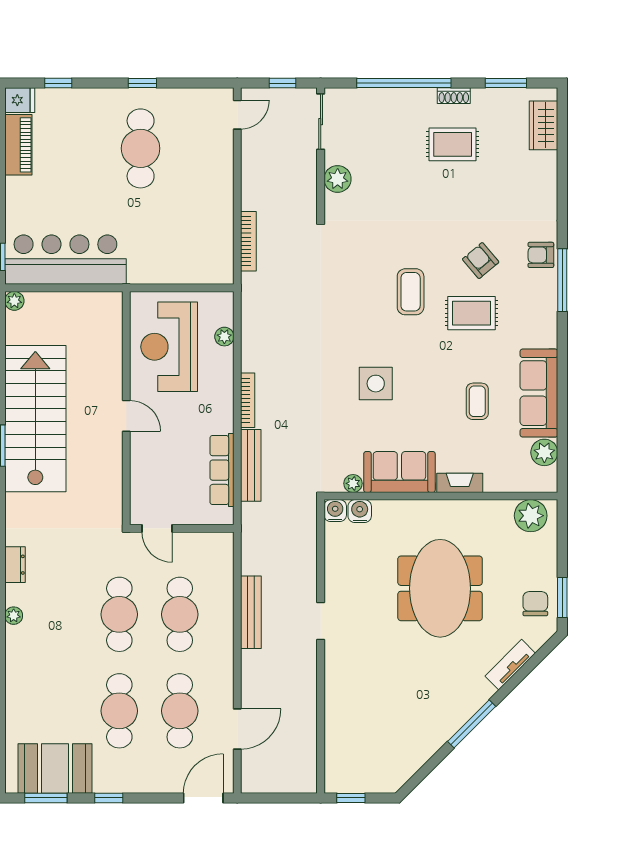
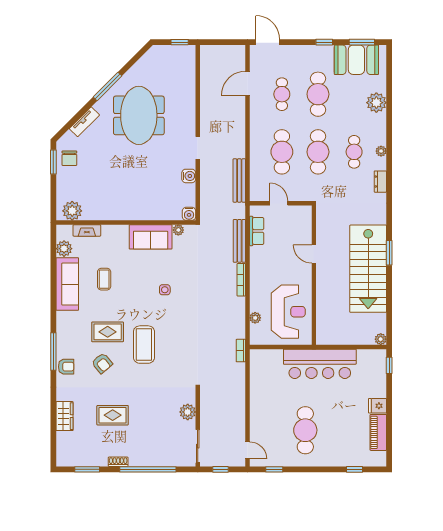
window: (142, 83) -> (274, 469), moved
fridge: (20, 100) -> (378, 406), moved
door: (237, 115) -> (247, 450), swing flipped
wardrobe: (544, 125) -> (65, 416), moved
rug: (453, 144) -> (113, 415), moved
bookcase: (248, 241) -> (241, 351), moved, width x0.64
bar counter: (65, 260) -> (320, 364), moved
coffee table: (411, 292) -> (144, 345), width x1.36, depth x1.32
side table: (376, 384) -> (165, 290), width x0.54, depth x0.54
door: (126, 416) -> (314, 254), moved
row of seats: (222, 470) -> (257, 231), width x0.68
fireplace: (460, 483) -> (87, 230), moved
water cooler: (360, 511) -> (189, 176), moved, turned -90
door: (157, 528) -> (279, 203), moved
meeting table: (440, 588) -> (139, 115), moved
bench: (251, 612) -> (239, 180), moved
cafe table: (59, 614) -> (354, 152), added
plant: (21, 697) -> (376, 103), added
cafe table: (180, 711) -> (282, 94), width x0.73, depth x0.74
door: (203, 798) -> (268, 42), swing flipped

